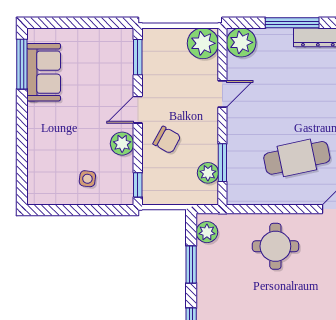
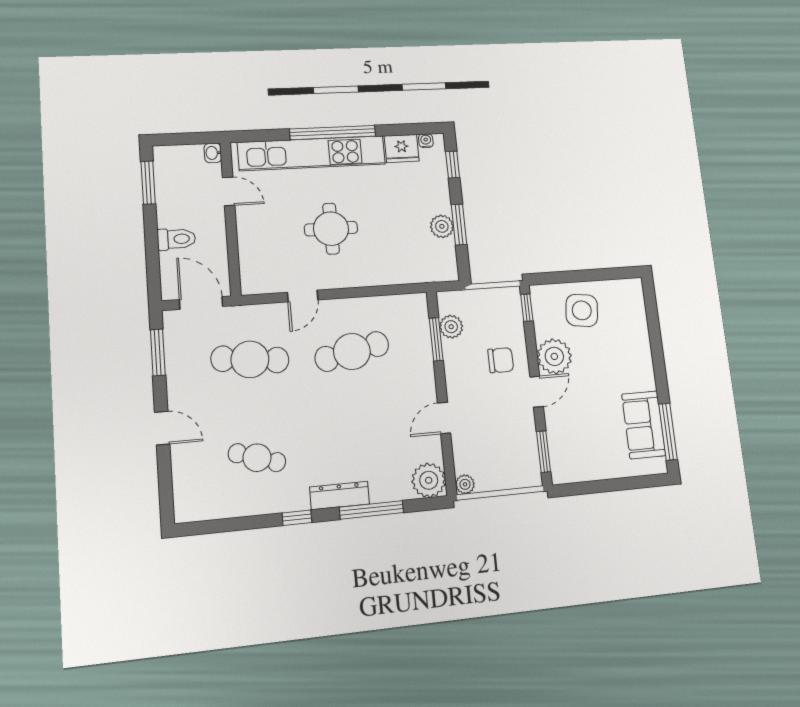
plant: (203, 43) -> (465, 484), width x0.53, depth x0.53
chair: (167, 140) -> (501, 360), turned 151
plant: (122, 144) -> (554, 356), width x1.36, depth x1.36
side table: (87, 179) -> (582, 310), width x1.87, depth x1.87
plant: (207, 232) -> (442, 226), moved
round table: (275, 246) -> (331, 229), moved

